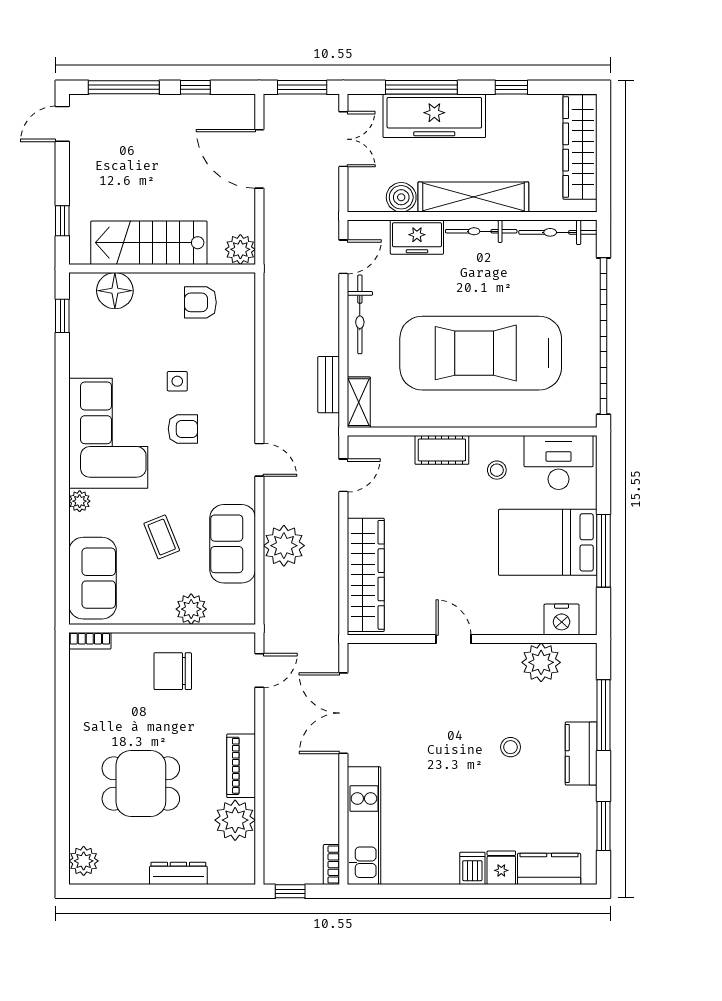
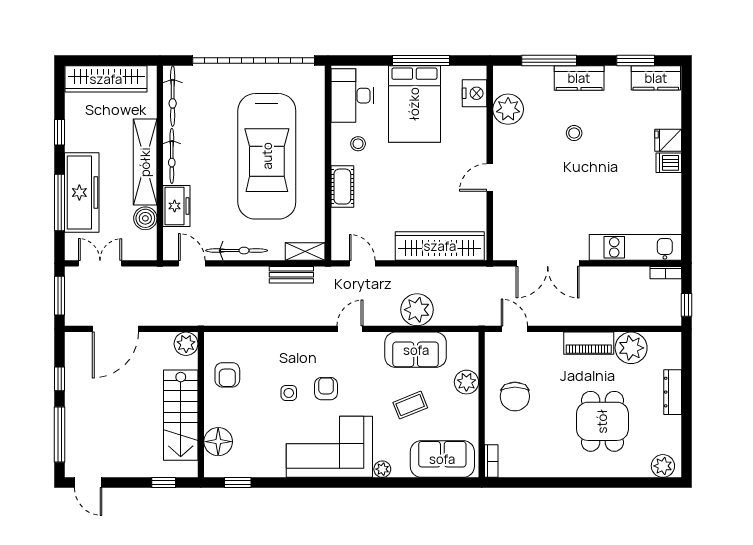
kitchen counter: (549, 869) -> (656, 78), moved, turned -90

